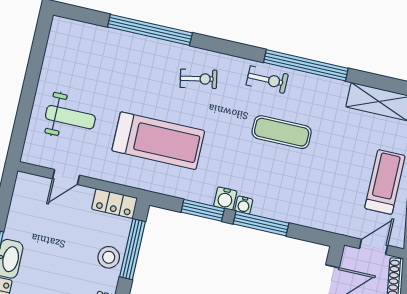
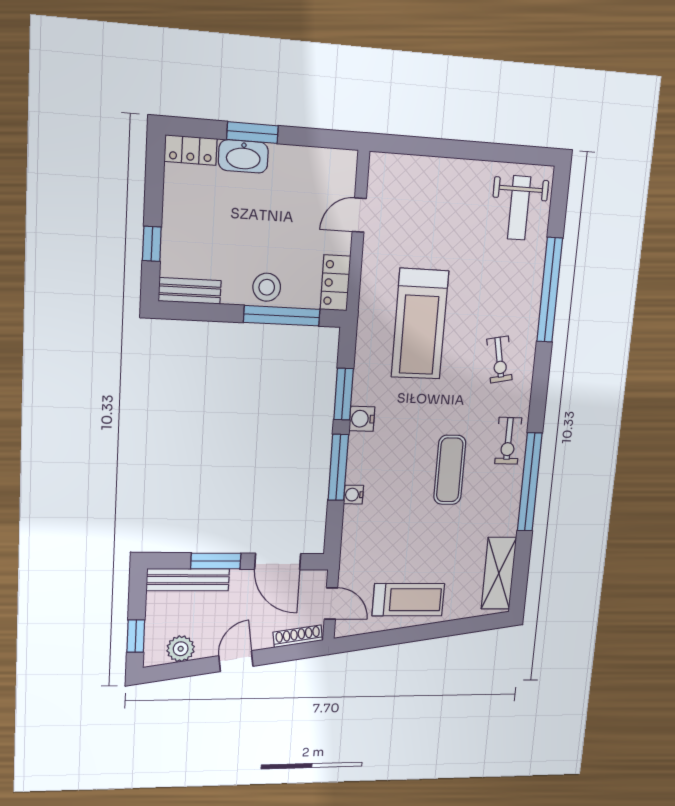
weight bench: (70, 117) -> (519, 208), moved
door: (66, 177) -> (359, 215), hinge flipped
water cooler: (244, 205) -> (353, 495), moved

